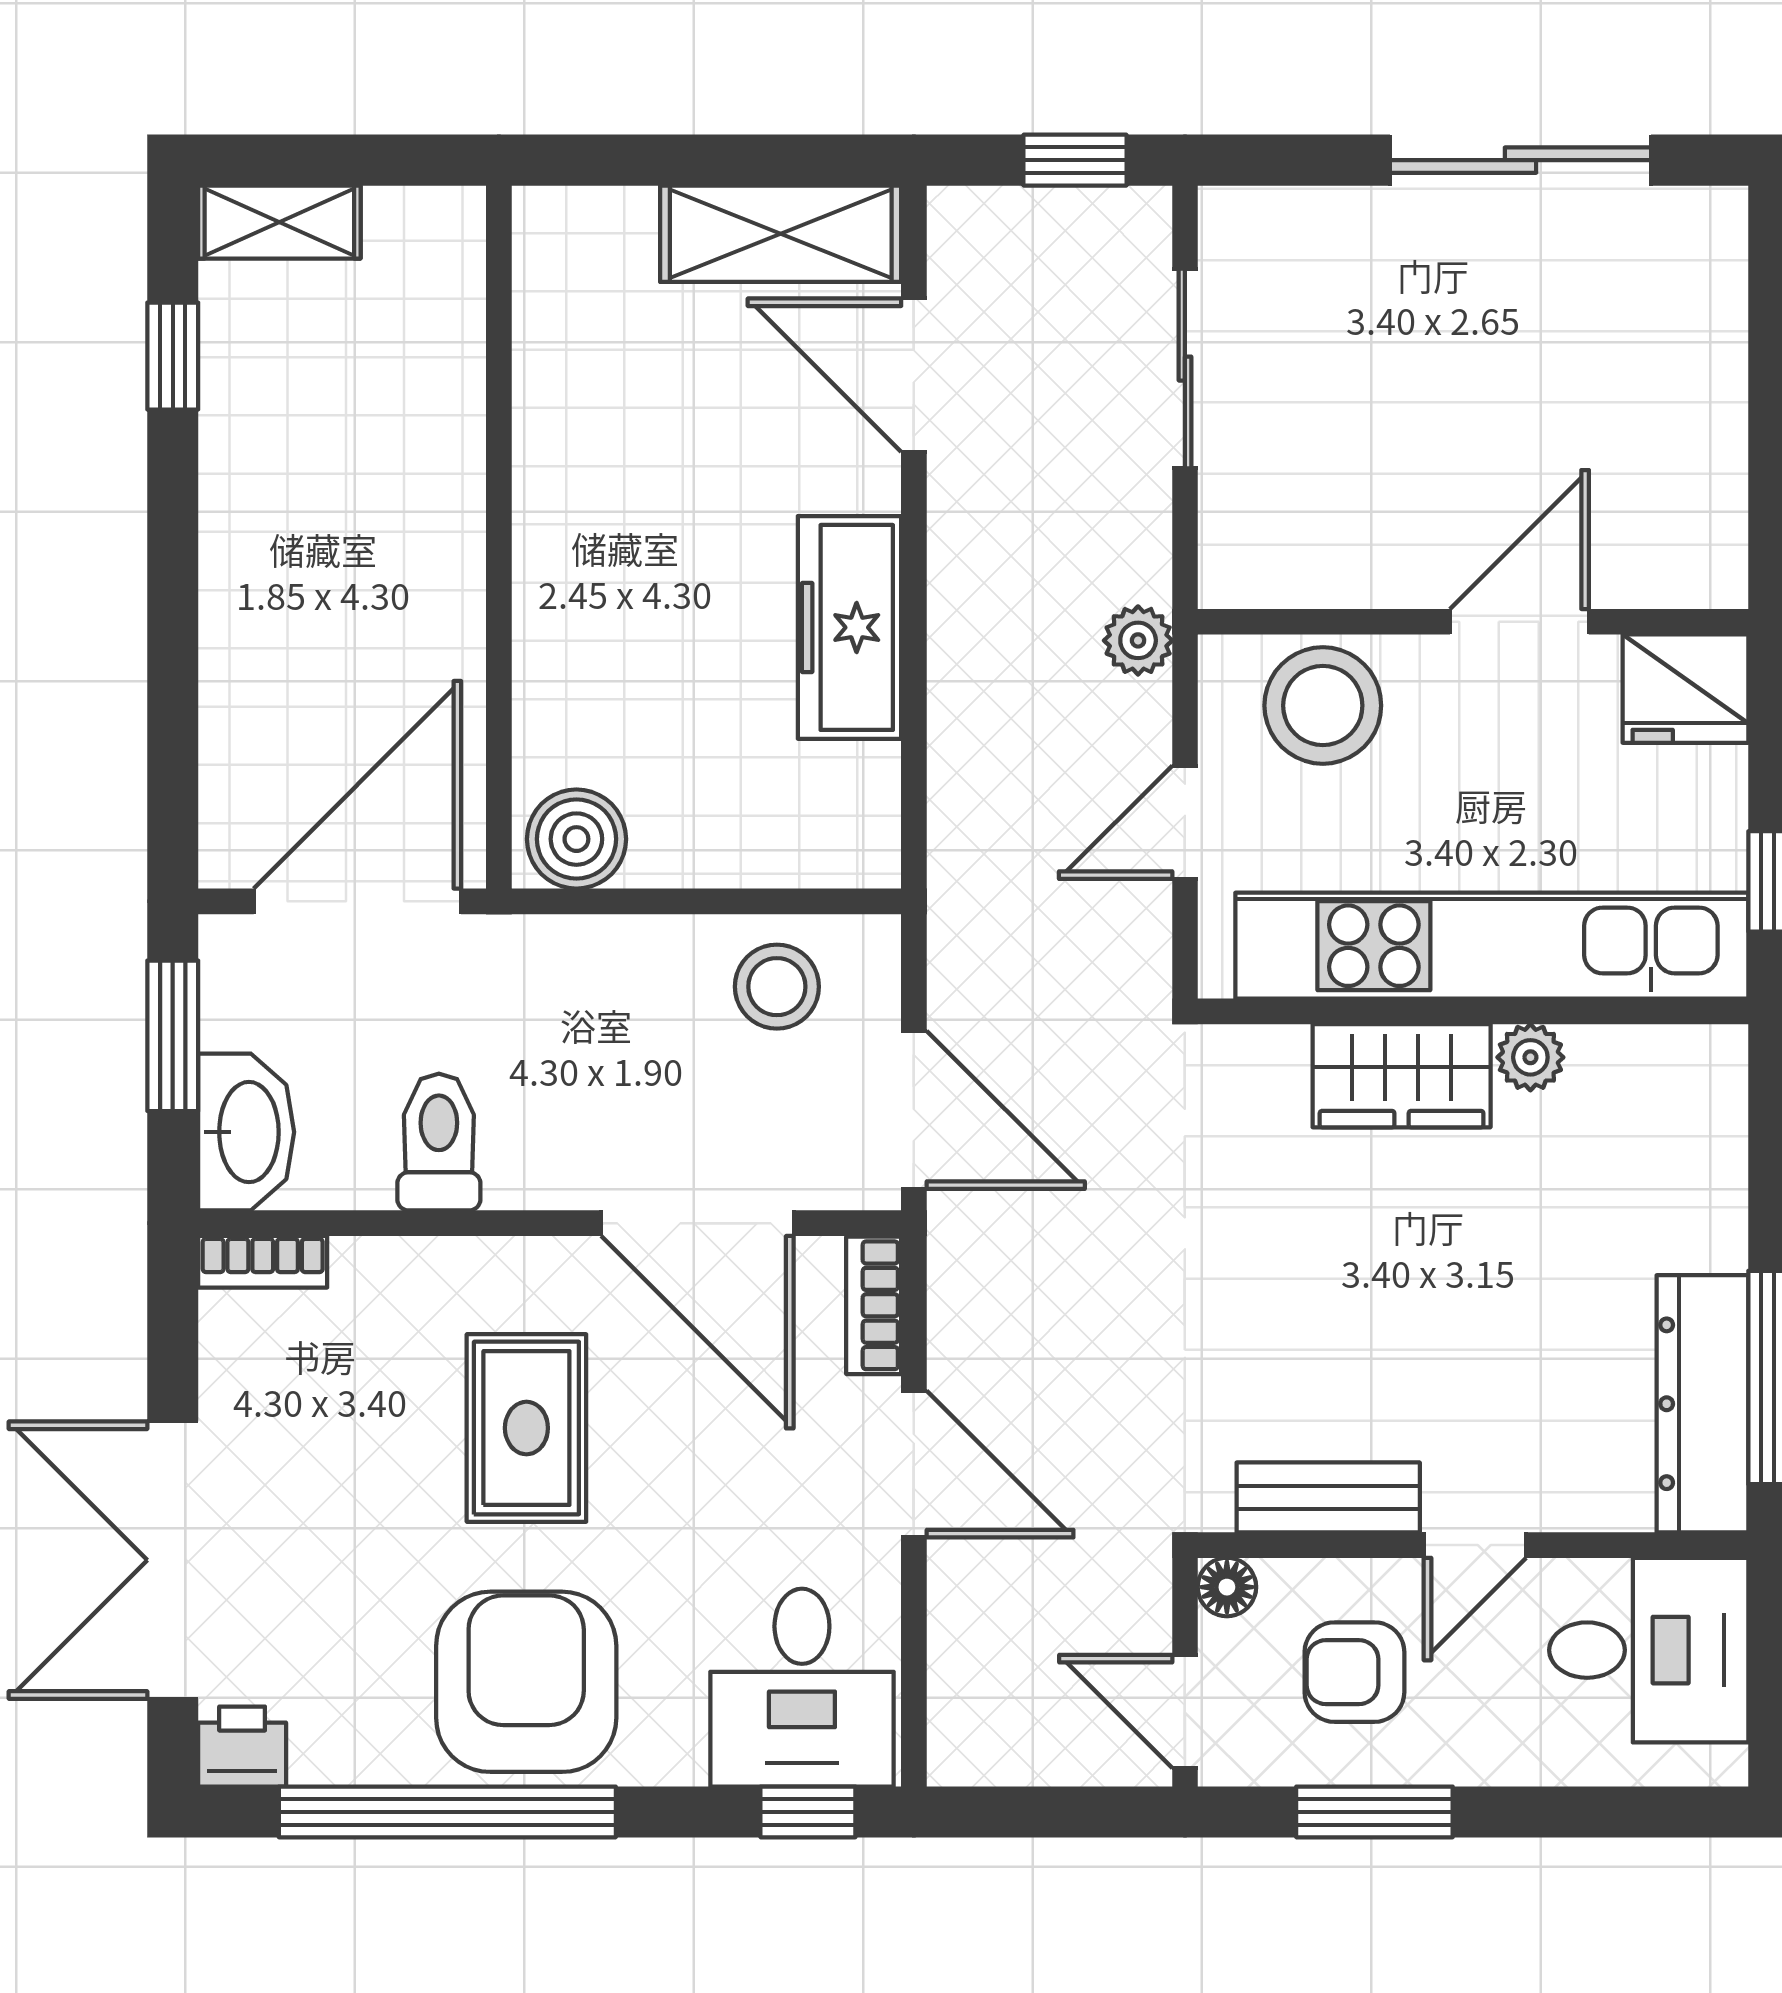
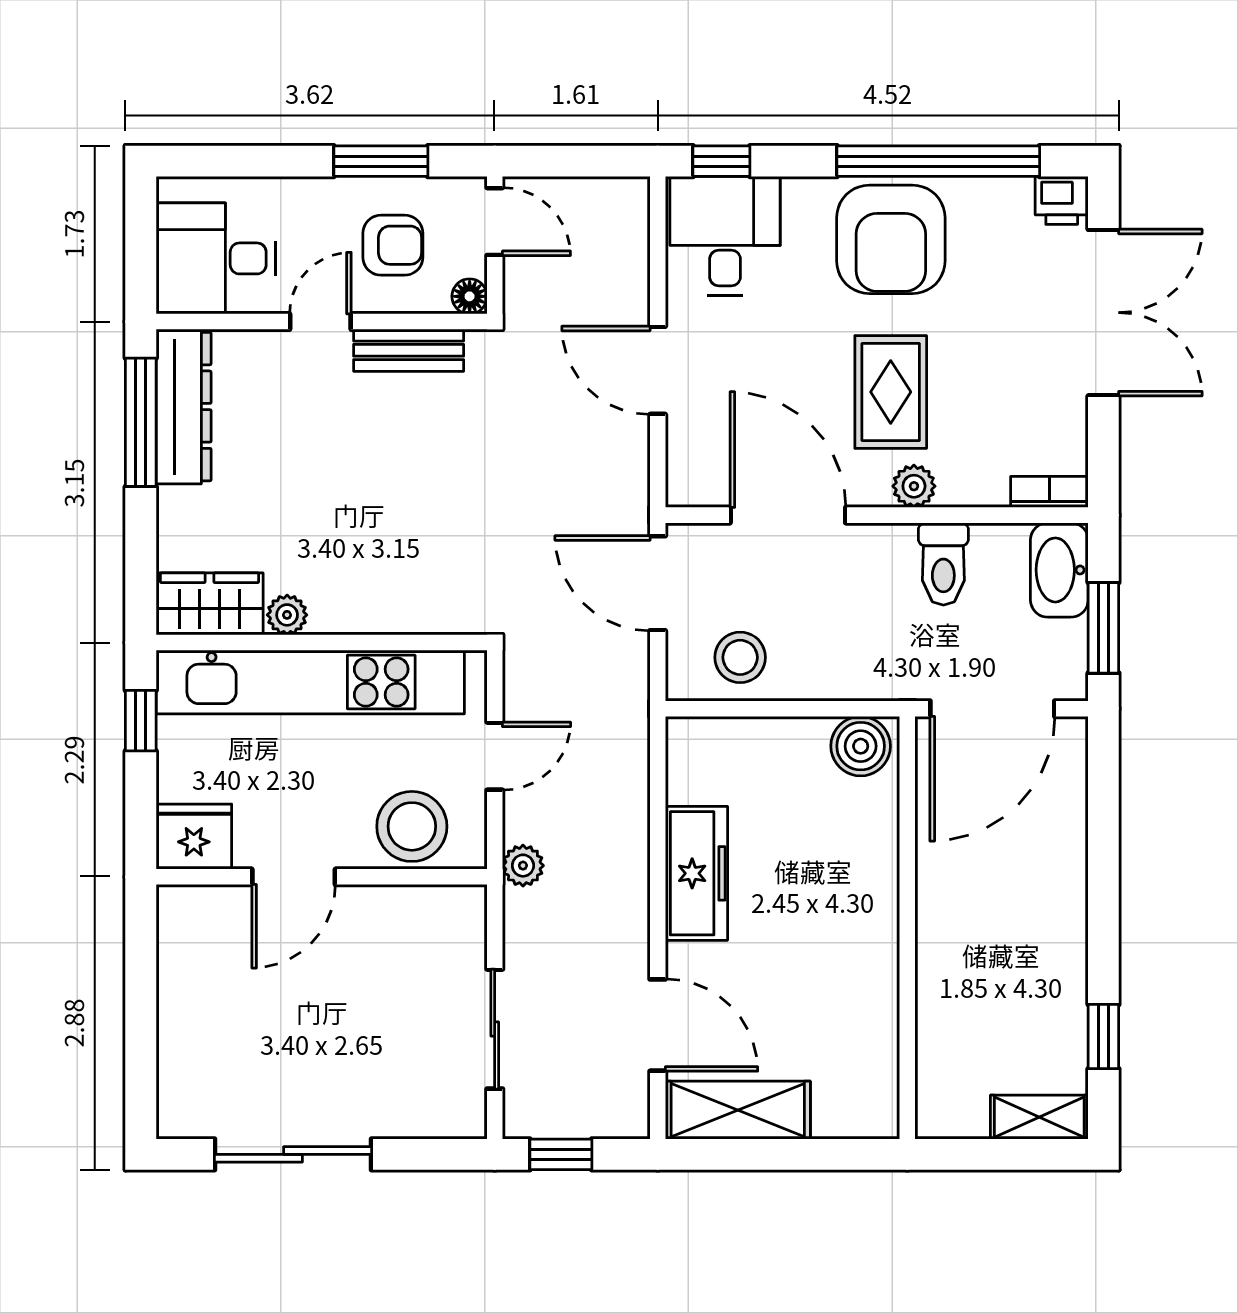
wardrobe: (1402, 1076) -> (210, 604), moved
plant: (488, 1271) -> (914, 486), added
bookcase: (874, 1305) -> (682, 466), removed

